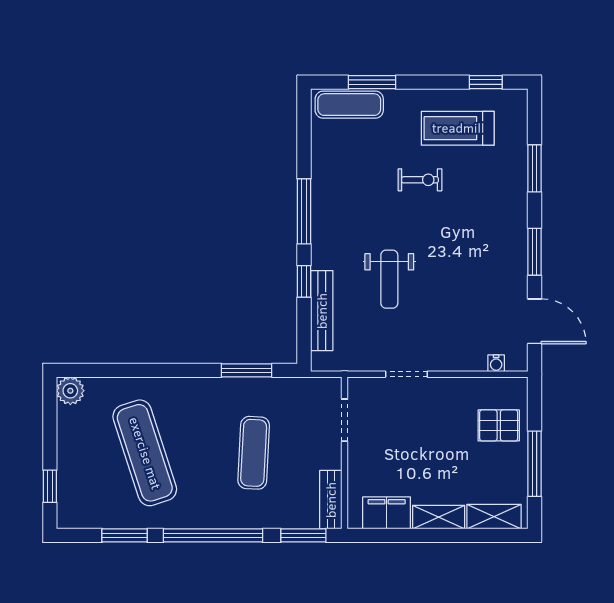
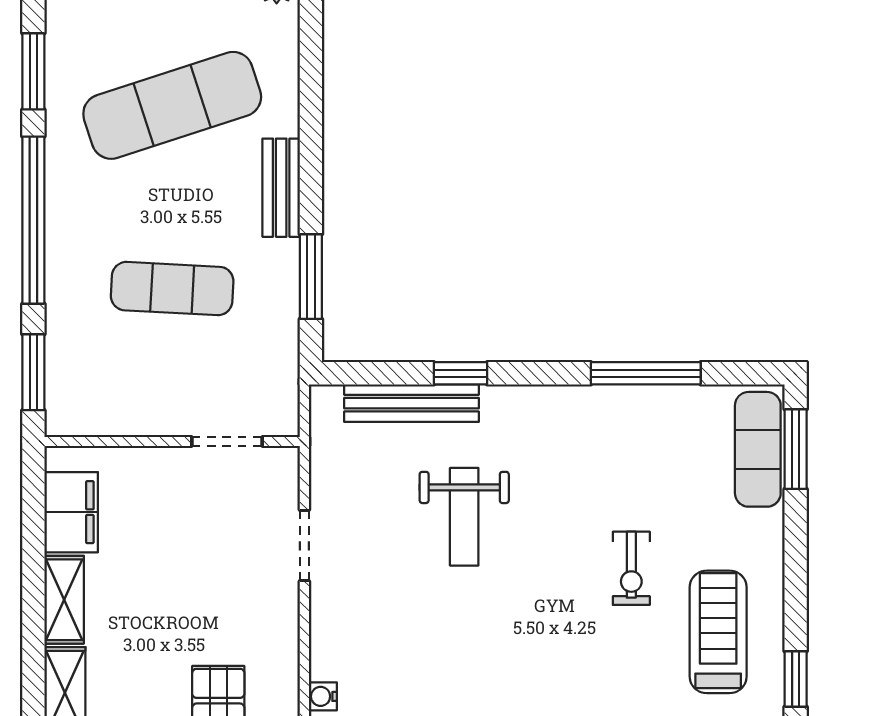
window: (372, 82) -> (796, 449), moved
window: (304, 211) -> (646, 373), moved
weight bench: (389, 279) -> (464, 517), turned -90
bench: (331, 500) -> (281, 188), moved, turned 90

